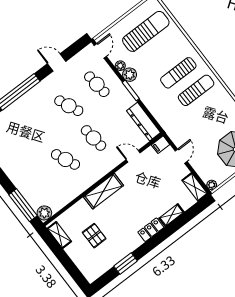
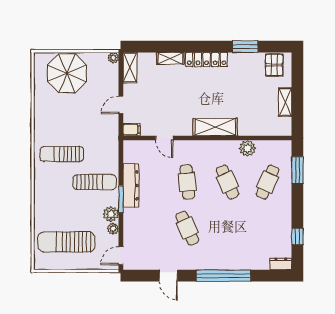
sun lounger: (178, 73) -> (94, 182), moved
cafe table: (97, 84) -> (268, 182), moved, turned 30
dresser: (144, 122) -> (131, 185), moved
window: (23, 205) -> (297, 170), width x0.69
plant: (44, 213) -> (247, 148), moved
locker: (151, 230) -> (207, 59), width x1.53
shelving: (59, 235) -> (285, 102), moved
pallet: (94, 236) -> (274, 65), moved

